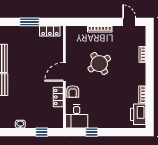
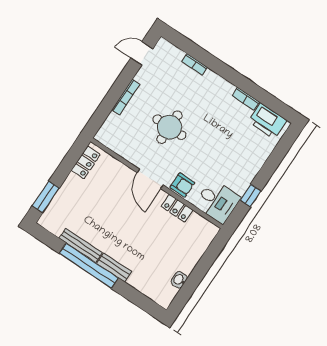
window: (30, 22) -> (46, 197), moved
round table: (99, 64) -> (169, 127), turned 33
window: (42, 132) -> (208, 259), removed

